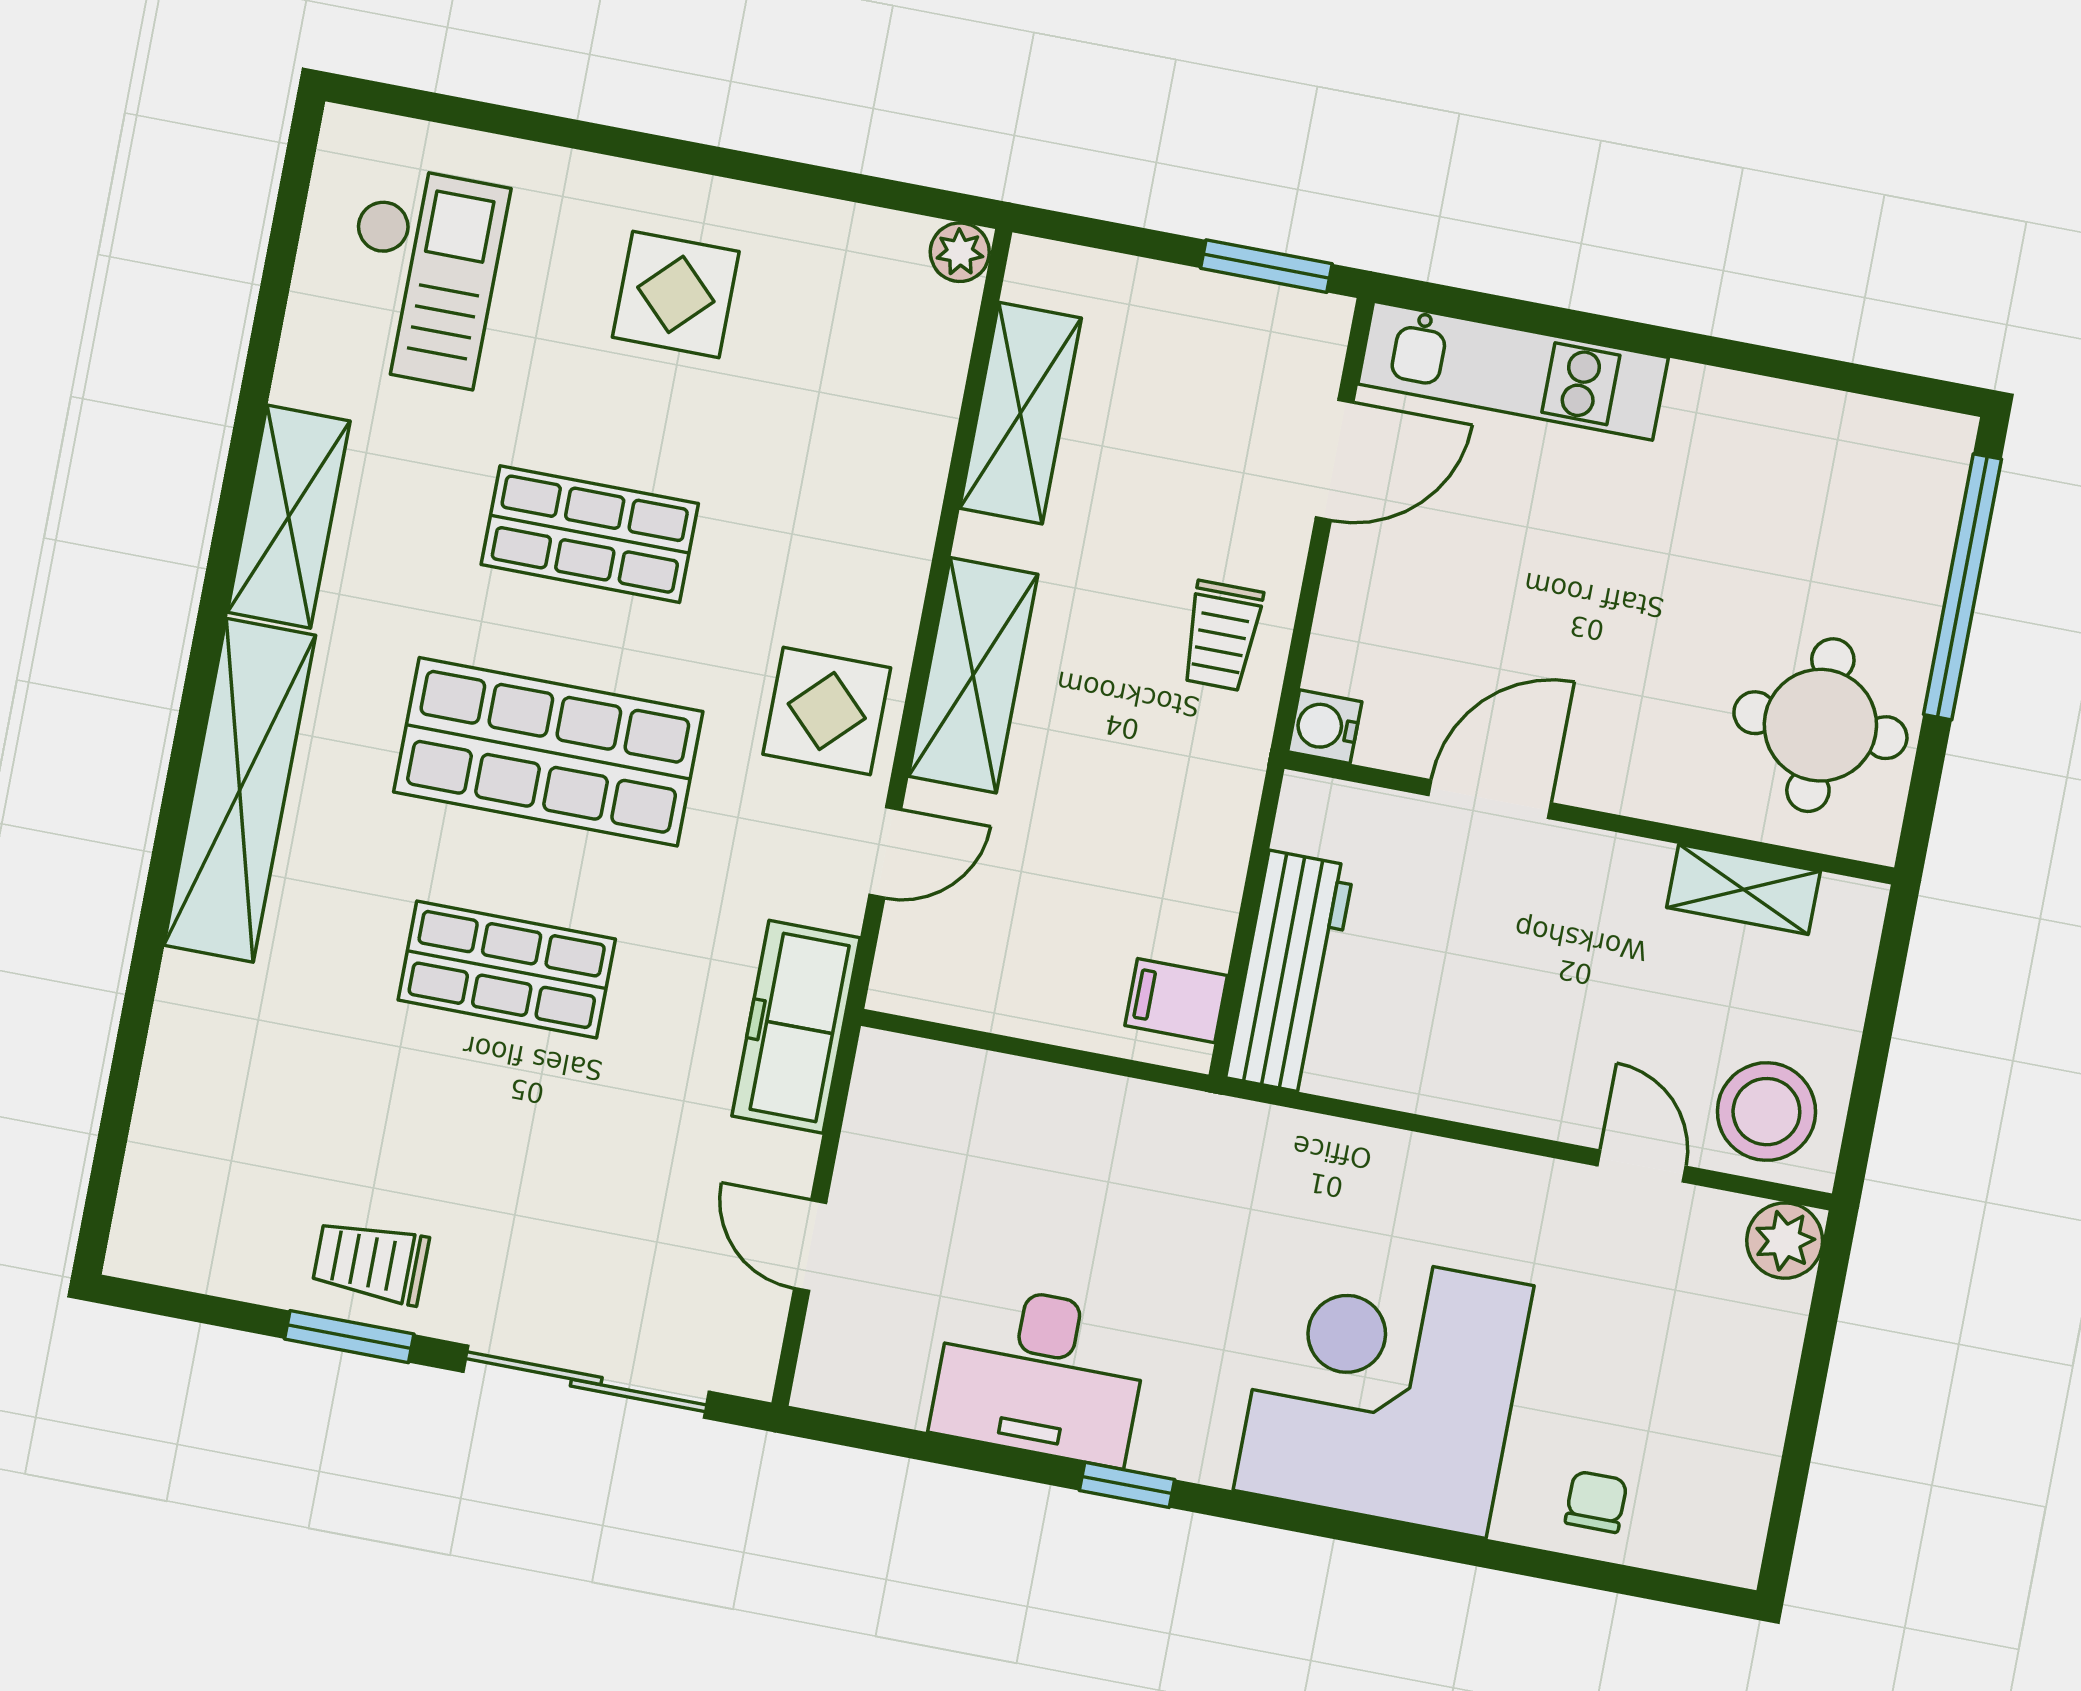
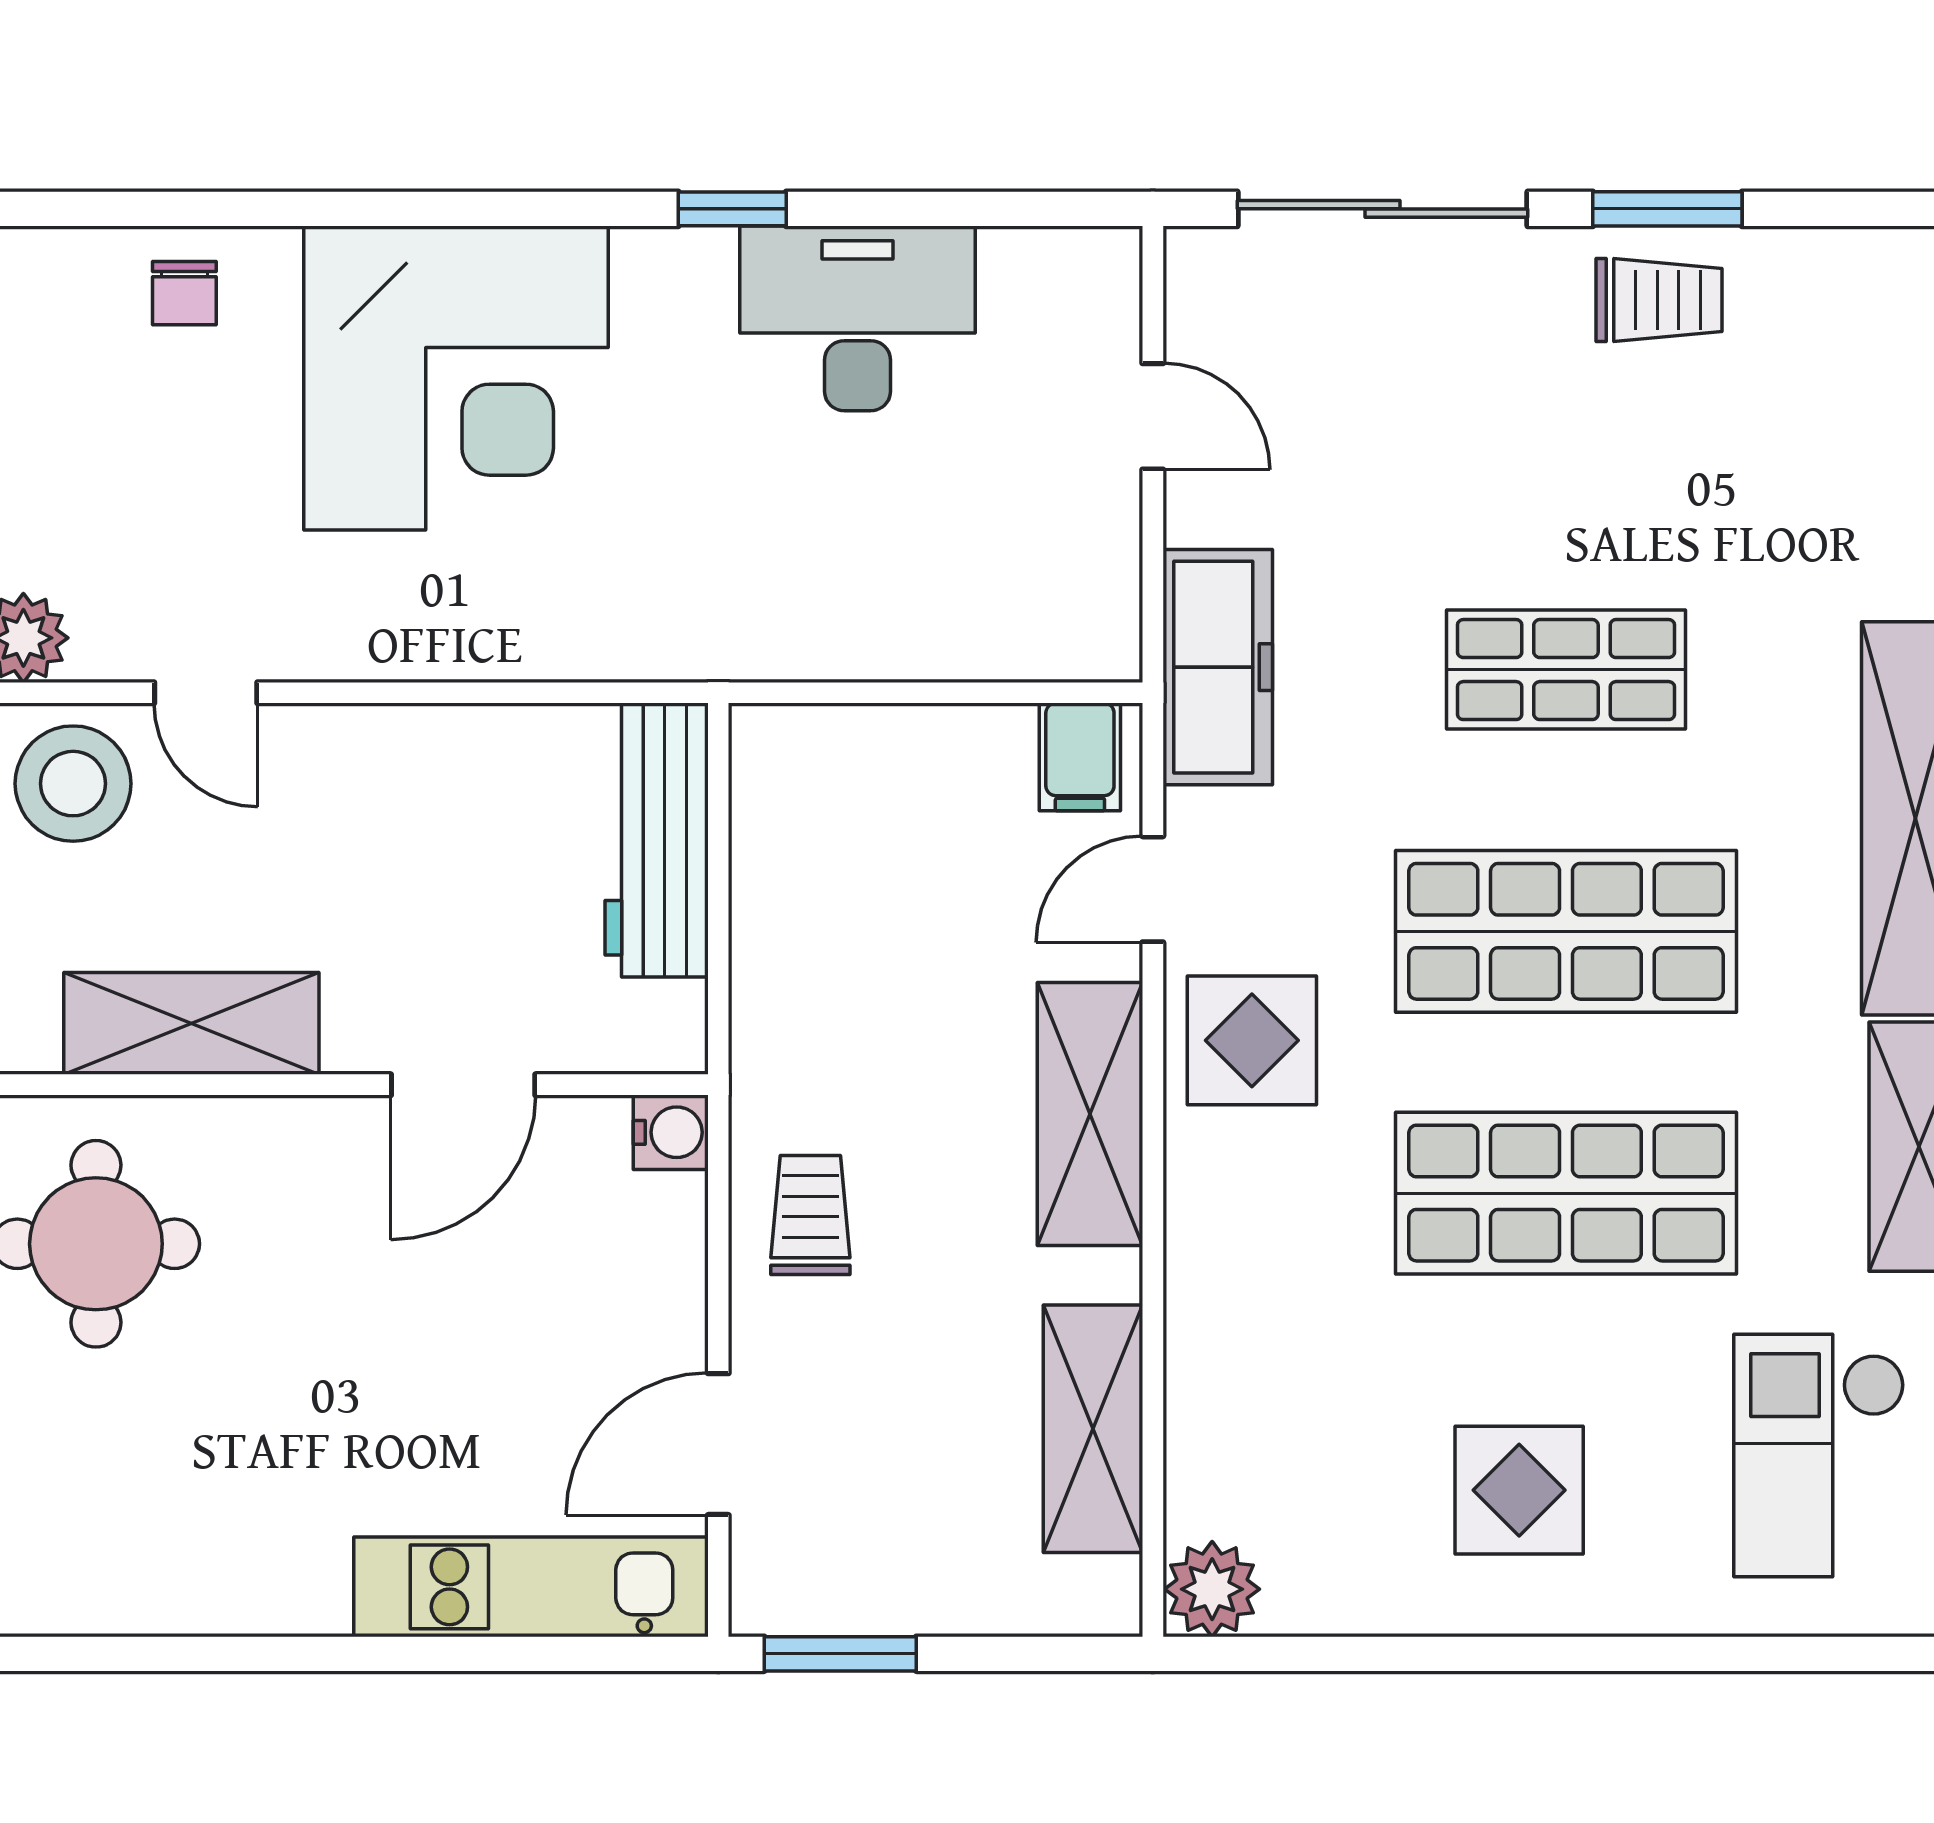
plant: (960, 252) -> (1212, 1589), width x1.38, depth x1.38
shop shelf: (590, 534) -> (1566, 1193), width x1.43, depth x1.36
shelving: (1743, 889) -> (191, 1023), width x1.50, depth x1.33
filing cabinet: (1176, 1001) -> (1080, 757), moved, turned 90

